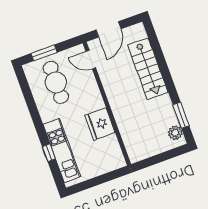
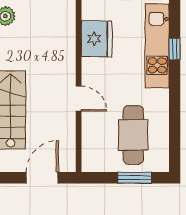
door: (91, 60) -> (79, 99), moved
fridge: (100, 124) -> (97, 39), moved

